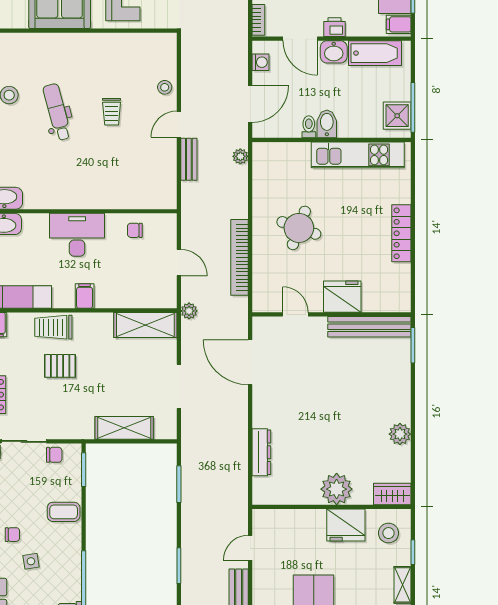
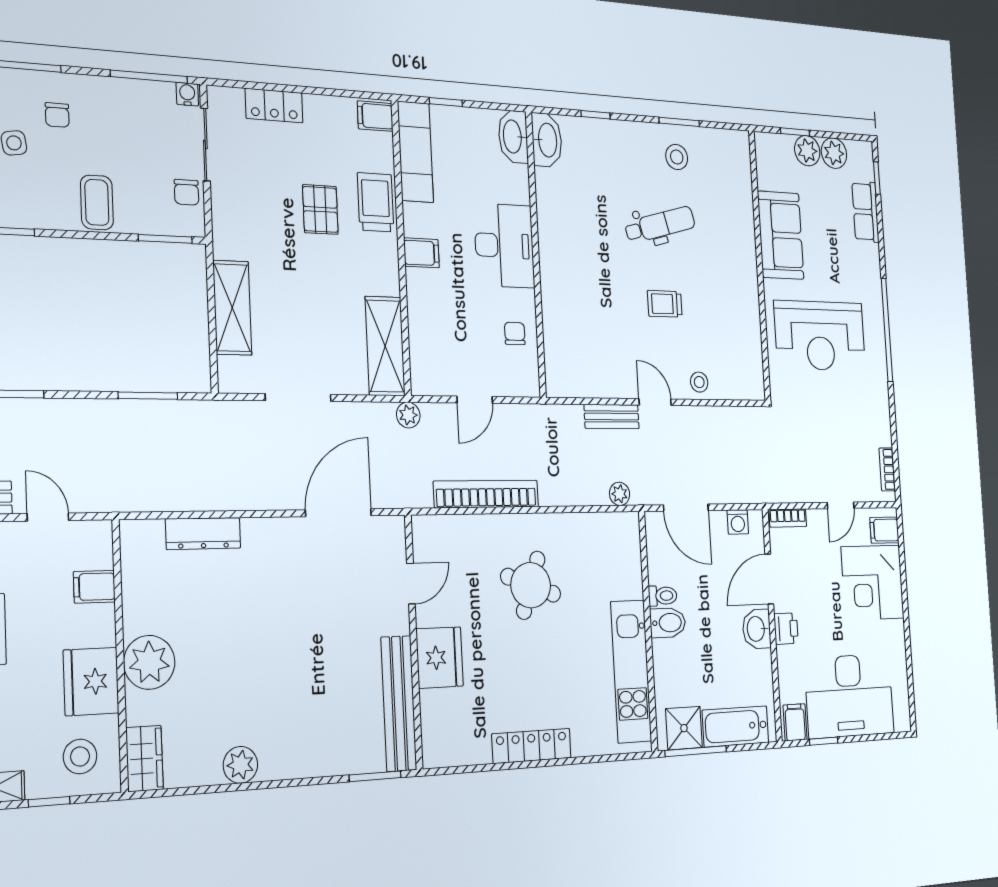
bathtub: (375, 53) -> (736, 726), moved, turned 90
filing cabinet: (291, 521) -> (94, 587), added

